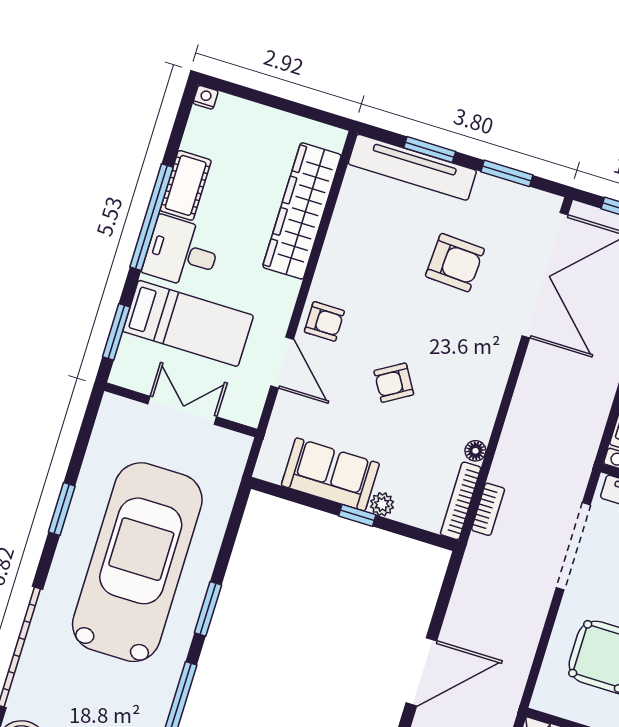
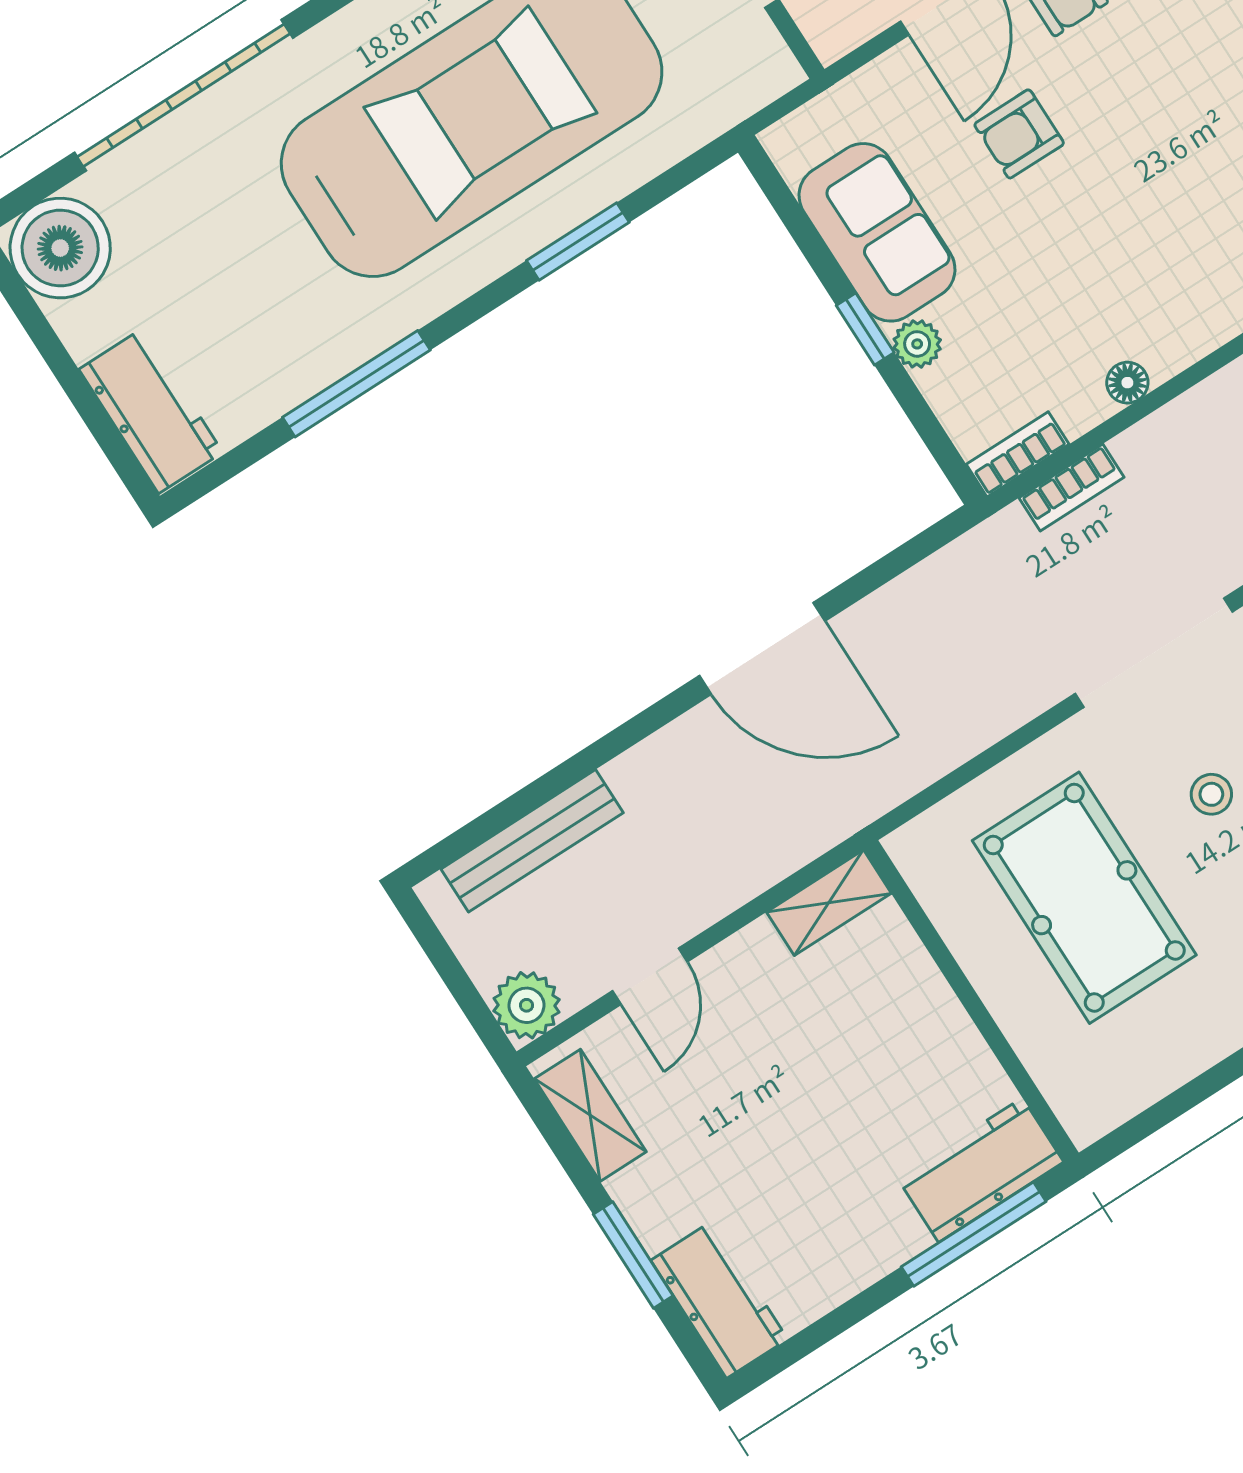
armchair: (394, 383) -> (1019, 134), moved, turned -59
bookcase: (461, 501) -> (1018, 454), width x0.64
window: (208, 609) -> (578, 241), moved

